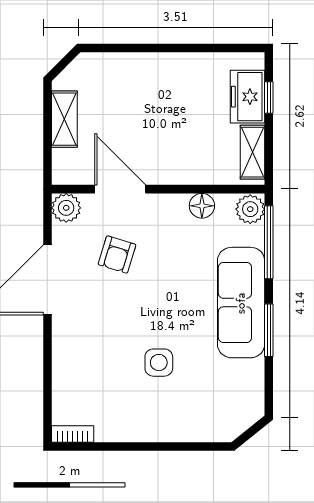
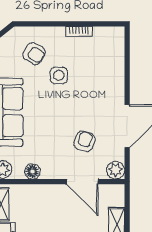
armchair: (199, 398) -> (34, 54), added
bookcase: (73, 434) -> (79, 32), moved

